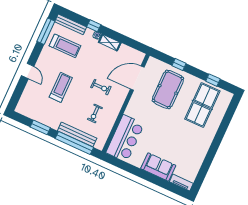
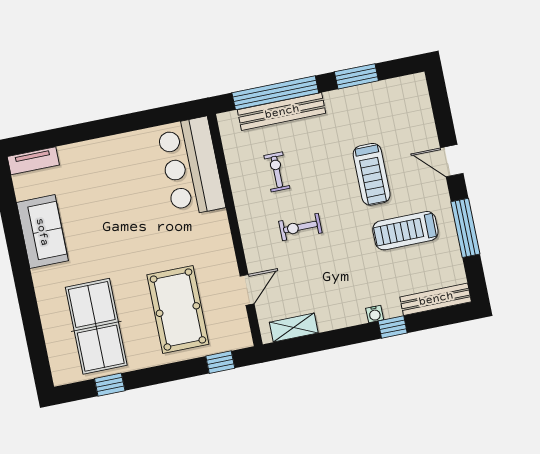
window: (46, 31) -> (465, 228), moved
shelving: (110, 43) -> (294, 328), moved
treadmill: (65, 46) -> (405, 231), moved
window: (179, 65) -> (220, 362), moved
door: (137, 78) -> (247, 290), width x0.53
sofa: (158, 167) -> (42, 232), moved, turned -90

